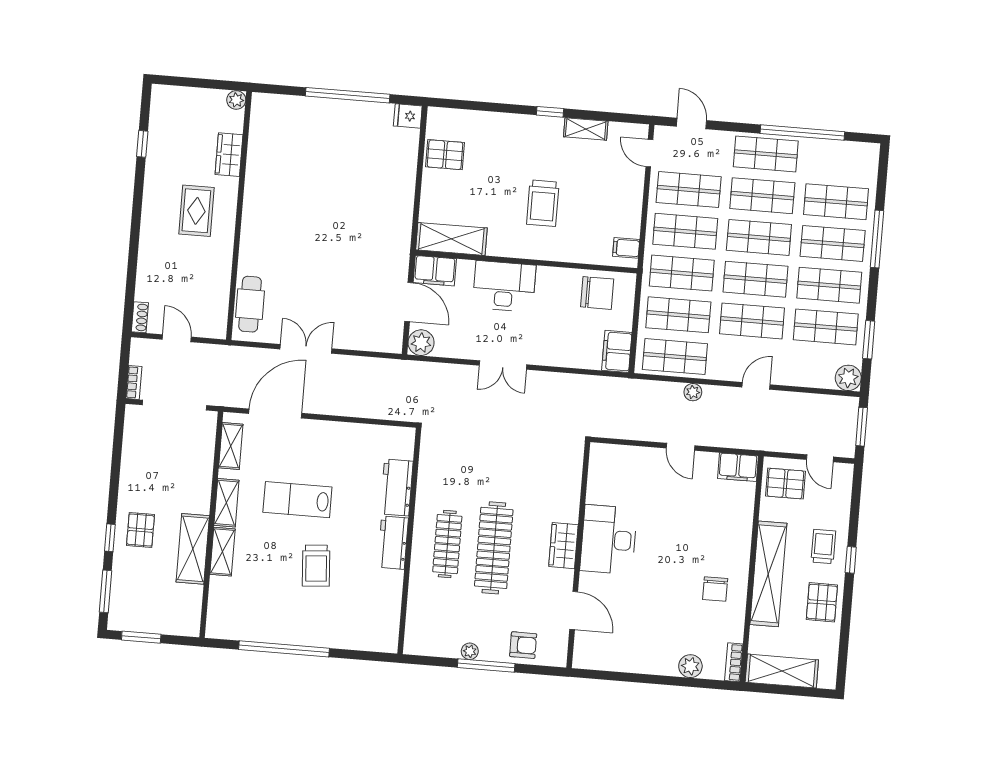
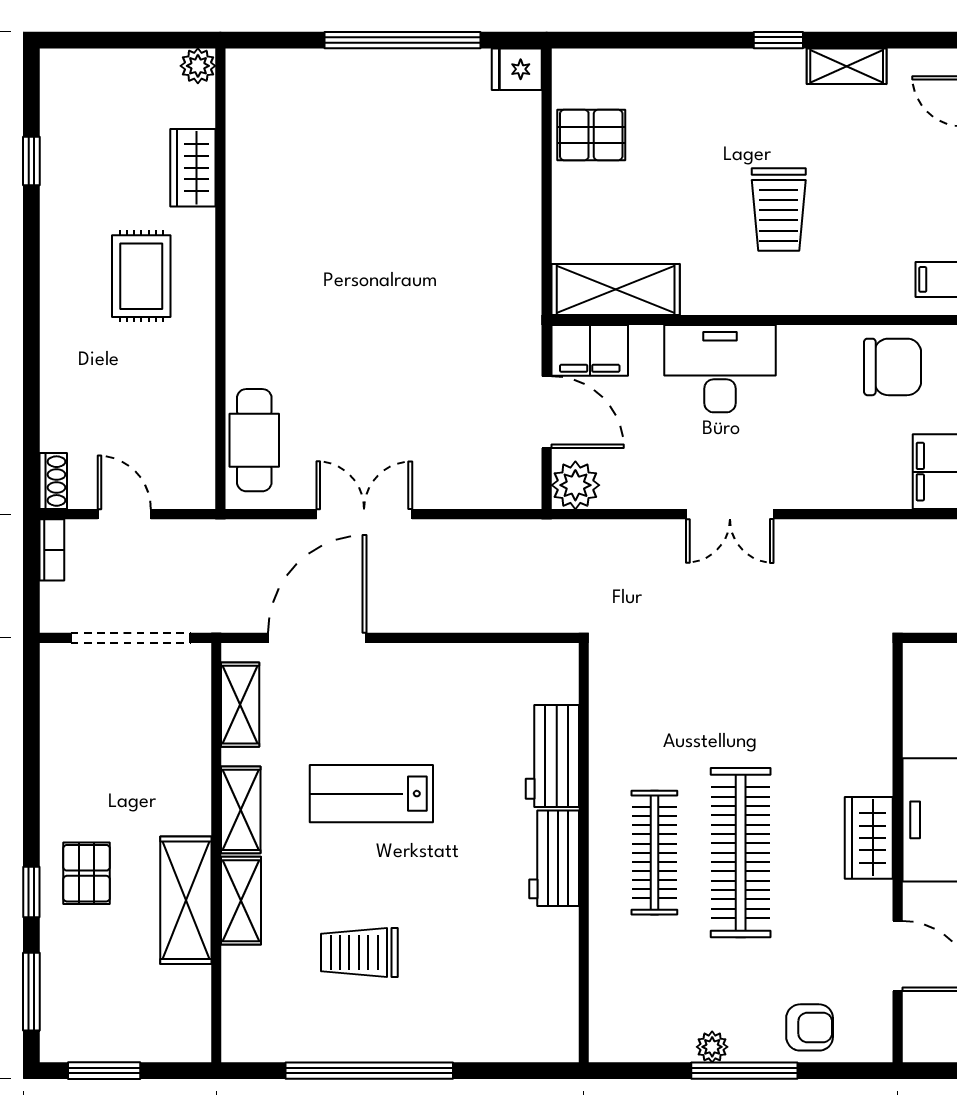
bookcase: (134, 382) -> (52, 550), moved
trolley: (316, 566) -> (359, 953), moved, turned 94

